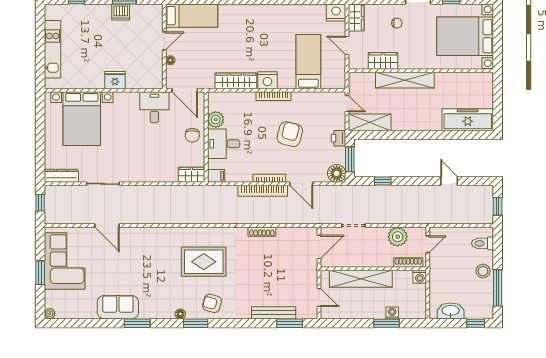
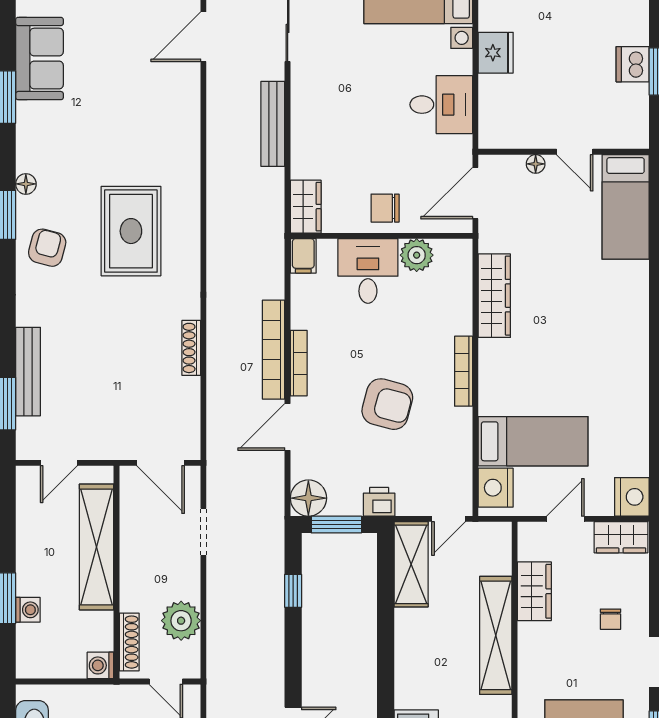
nightstand: (267, 80) -> (496, 488), moved
desk: (154, 107) -> (441, 105), moved
bench: (150, 191) -> (273, 124), added

